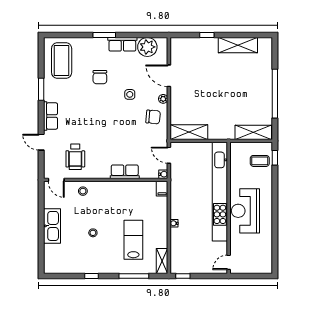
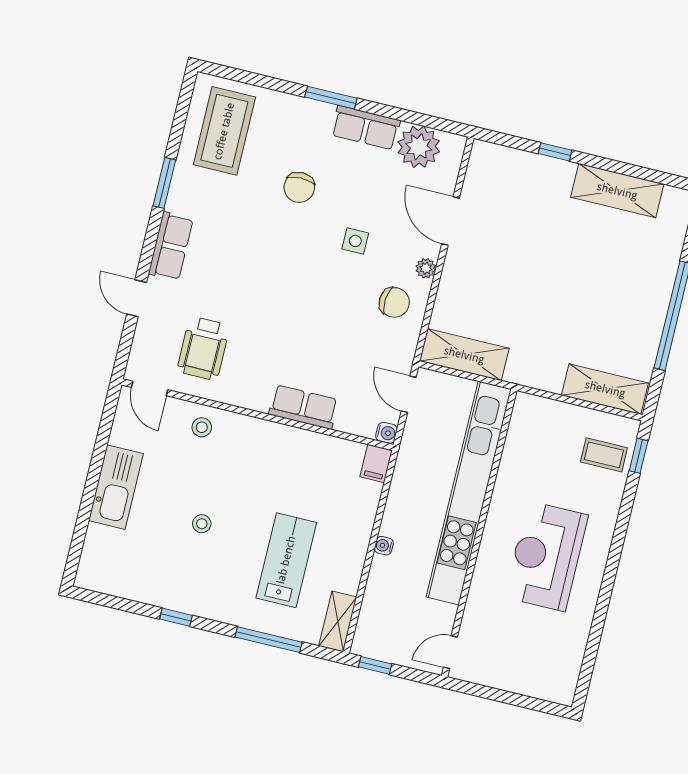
kitchen unit: (220, 192) -> (469, 493), moved
wall: (229, 208) -> (479, 533), moved
door: (229, 262) -> (450, 652), moved

